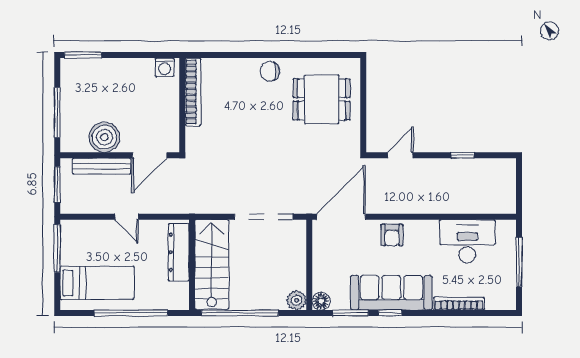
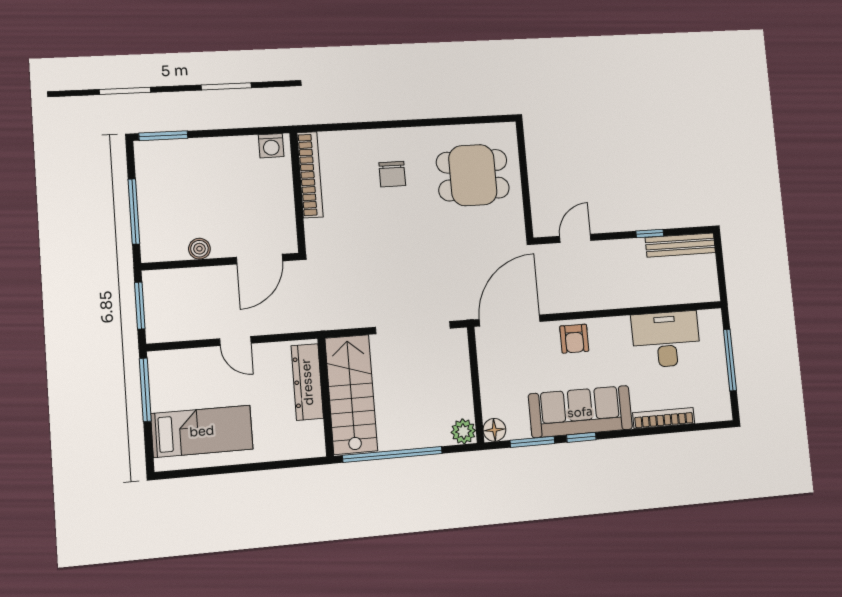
chair: (270, 71) -> (392, 174), moved, turned -90
boiler: (104, 137) -> (199, 249), width x0.54, depth x0.54
bench: (102, 166) -> (680, 245), moved
window: (131, 313) -> (250, 467), removed

